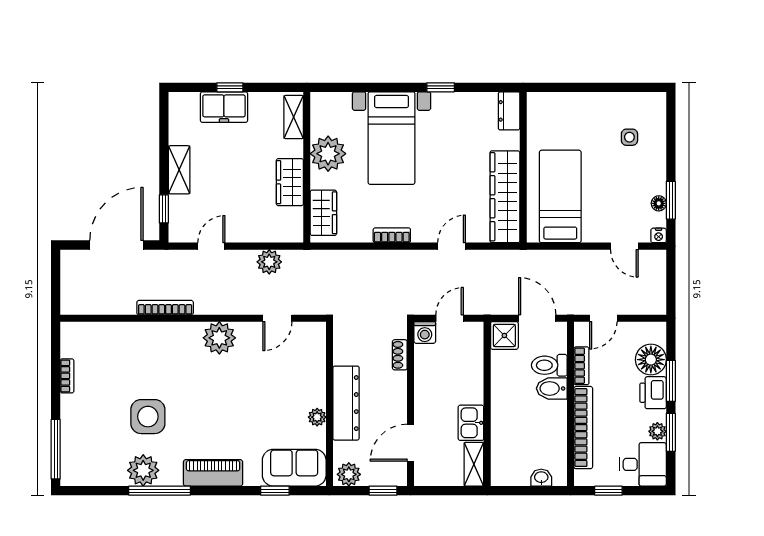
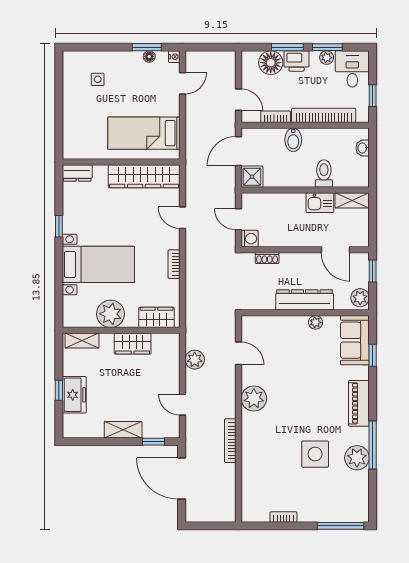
toilet: (549, 365) -> (324, 174), moved, turned 180

